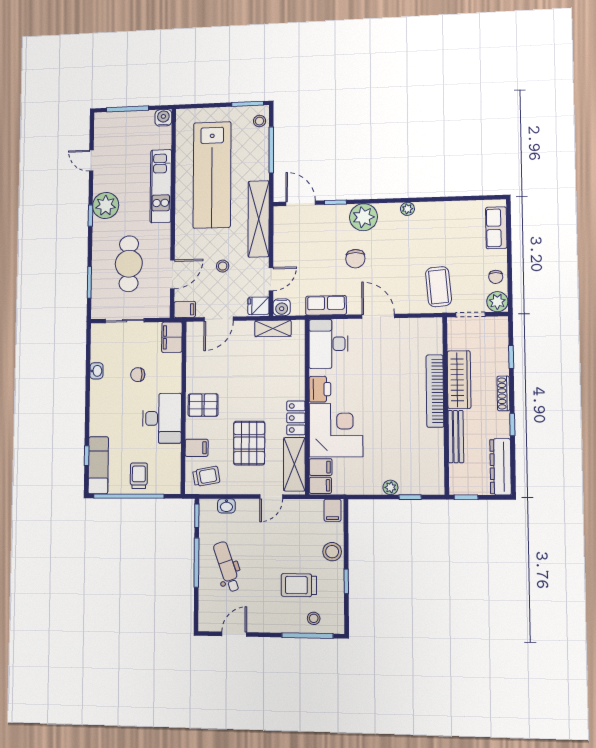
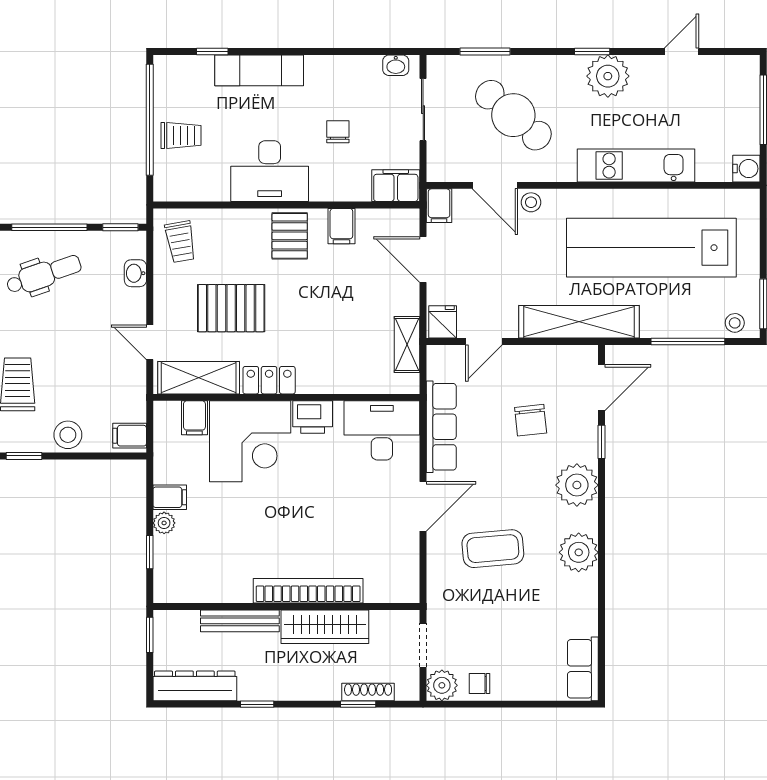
plant: (407, 209) -> (579, 552), width x1.88, depth x1.88
row of seats: (496, 228) -> (583, 669), moved, turned -90
chair: (355, 259) -> (531, 420), moved, turned -96
cafe table: (129, 264) -> (513, 115), turned 41
stool: (223, 266) -> (531, 202), moved
door: (271, 279) -> (484, 342), hinge flipped
coffee table: (439, 287) -> (493, 549), moved
row of seats: (326, 305) -> (441, 427), width x1.48
water cooler: (282, 307) -> (440, 358), removed
washbasin: (96, 371) -> (396, 65), moved
shoe rack: (503, 393) -> (368, 692), moved
filing cabinet: (197, 448) -> (341, 226), moved
exam couch: (98, 465) -> (259, 70), moved
filing cabinet: (320, 485) -> (170, 497), moved, turned -90

